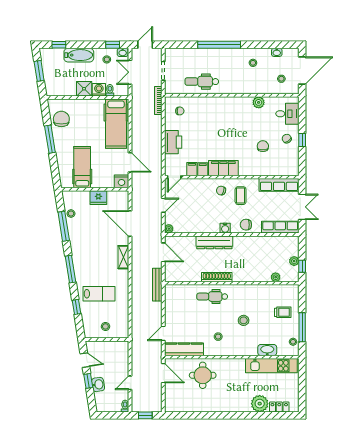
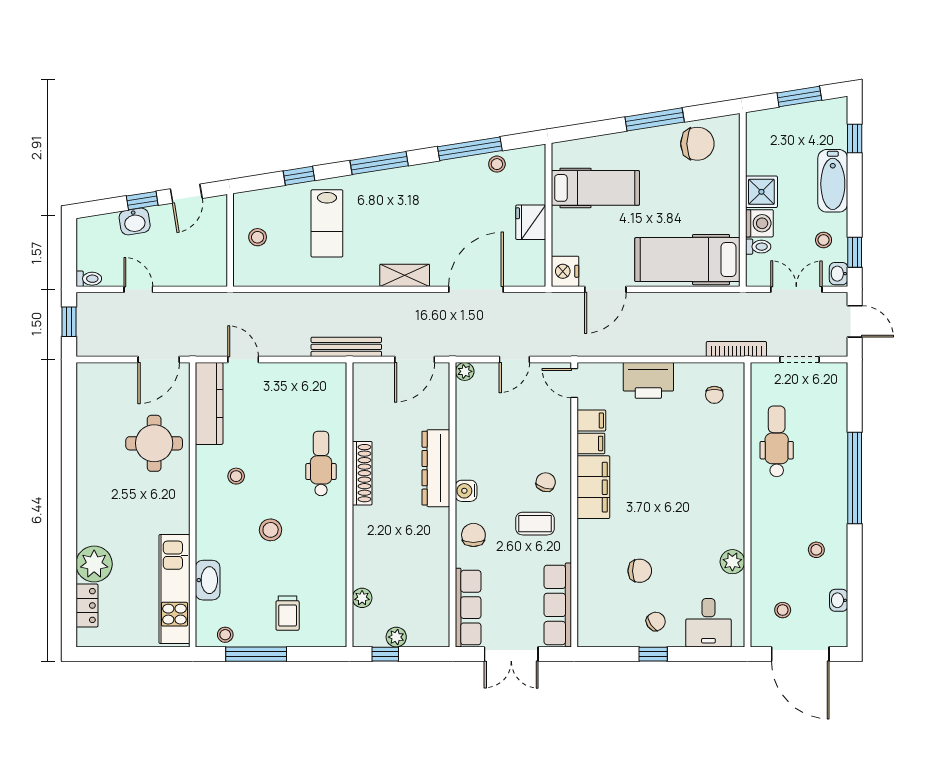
door: (163, 205) -> (514, 360), hinge flipped

